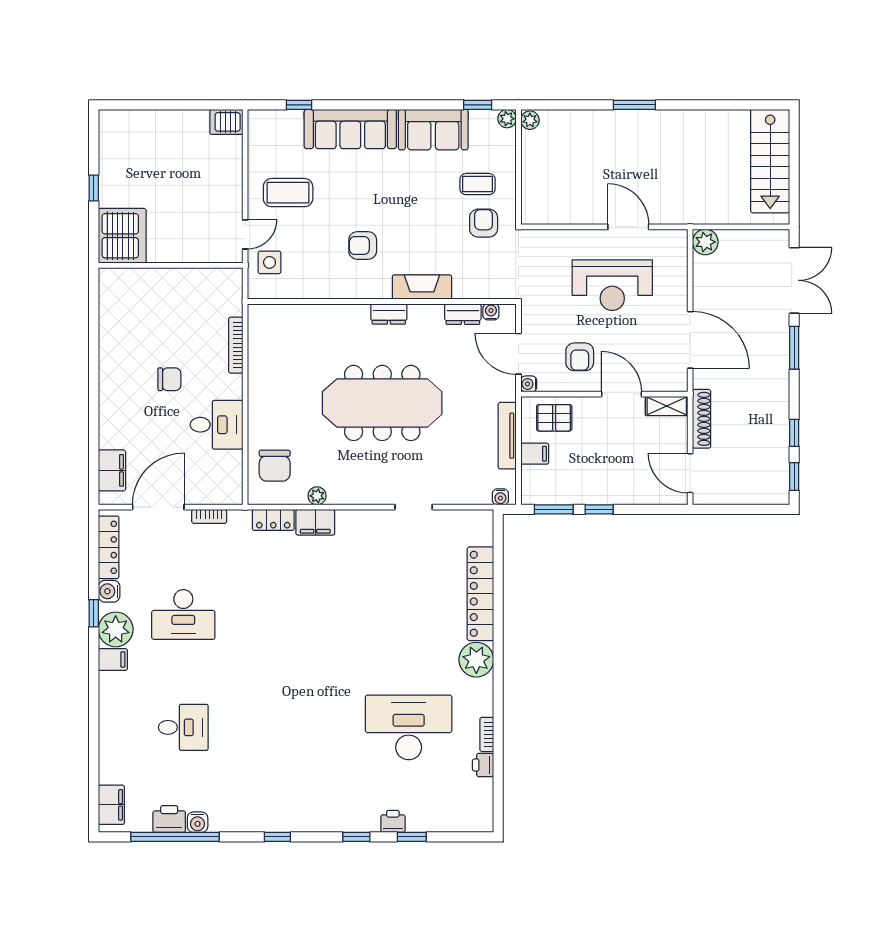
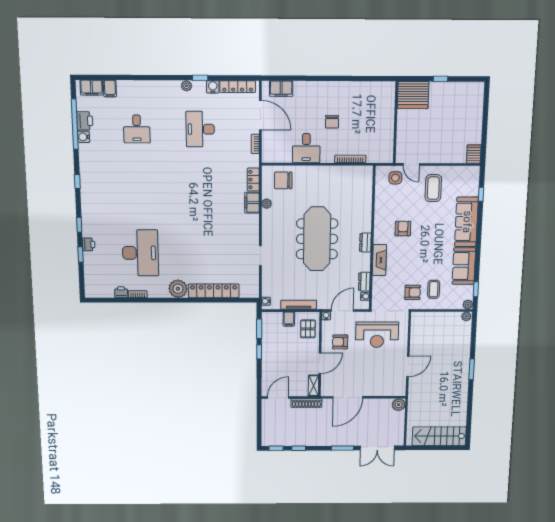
reception desk: (612, 285) -> (377, 335), moved, turned -90
plant: (116, 629) -> (187, 86), width x0.53, depth x0.53
filing cabinet: (113, 659) -> (110, 88), moved

